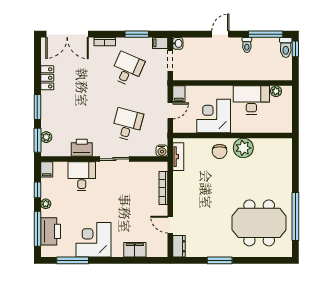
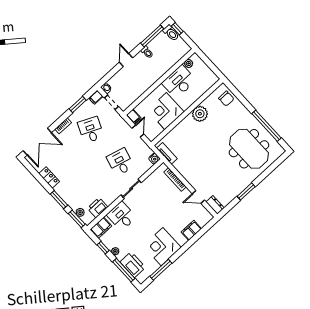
printer: (82, 148) -> (98, 208), moved
chair: (220, 151) -> (226, 99), moved
filing cabinet: (47, 169) -> (101, 228), width x2.00
meeting table: (259, 223) -> (249, 149), turned 90

